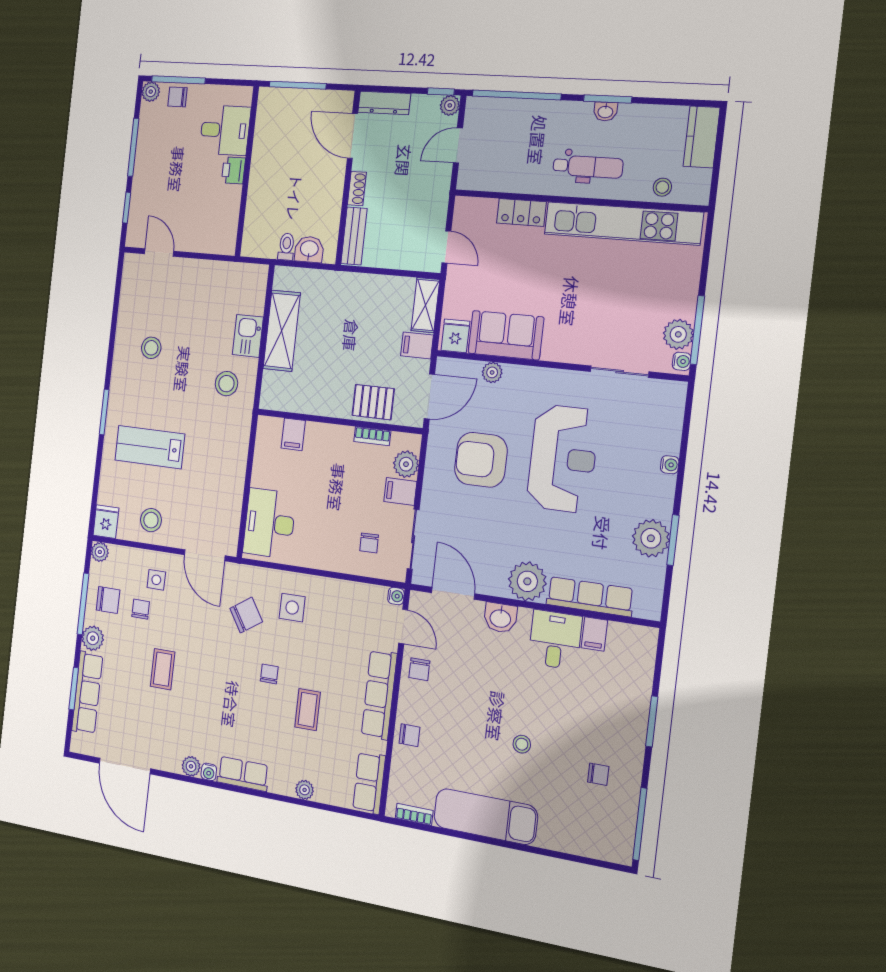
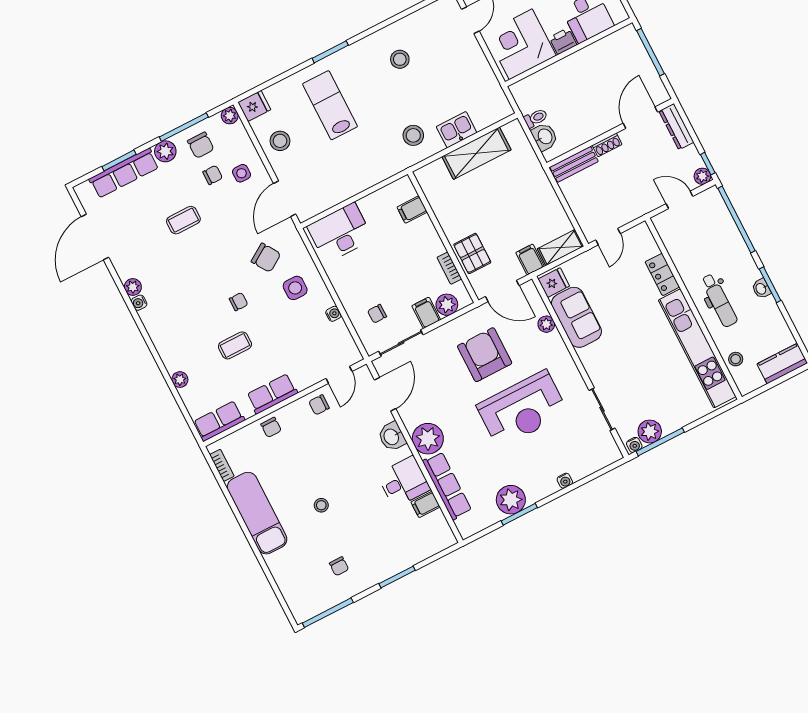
corner desk: (211, 216) -> (521, 44), added
water cooler: (396, 596) -> (333, 314), moved, turned -90
row of seats: (379, 695) -> (272, 394), width x0.68
row of seats: (243, 774) -> (157, 328), removed

